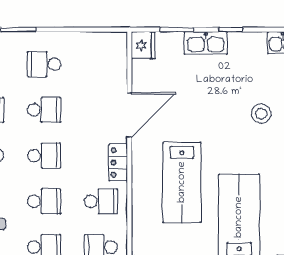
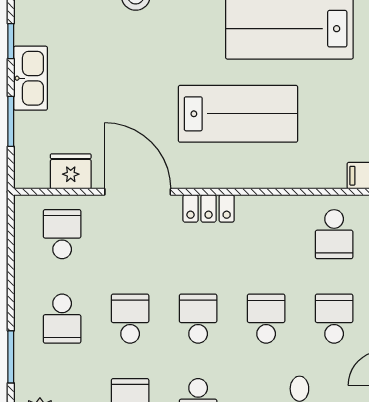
fridge: (143, 45) -> (71, 171), moved
school desk: (101, 201) -> (62, 234), moved

